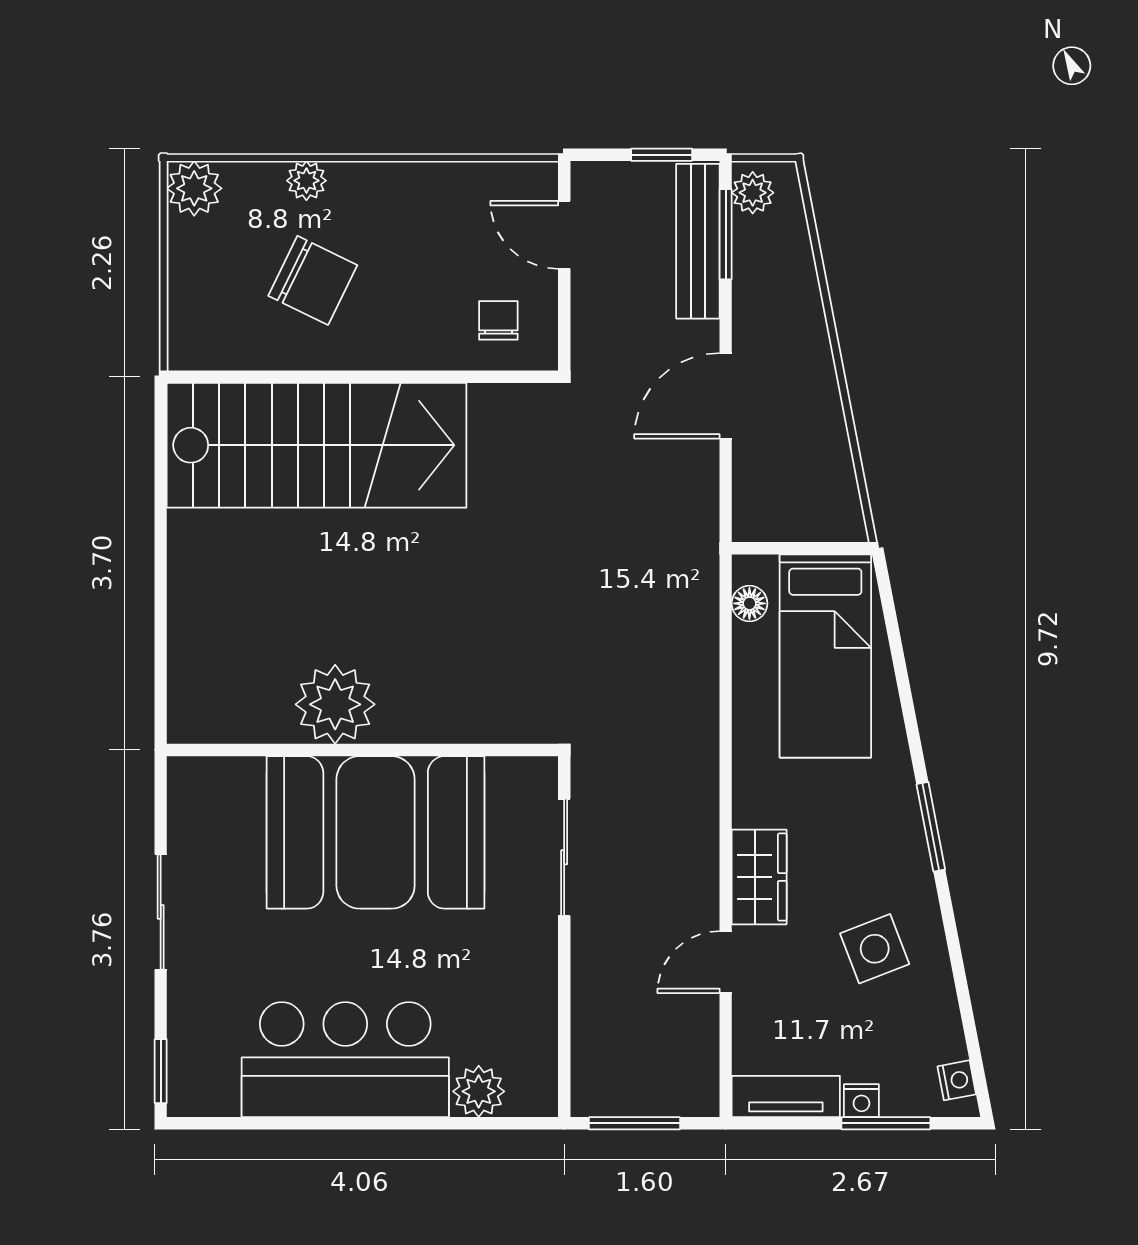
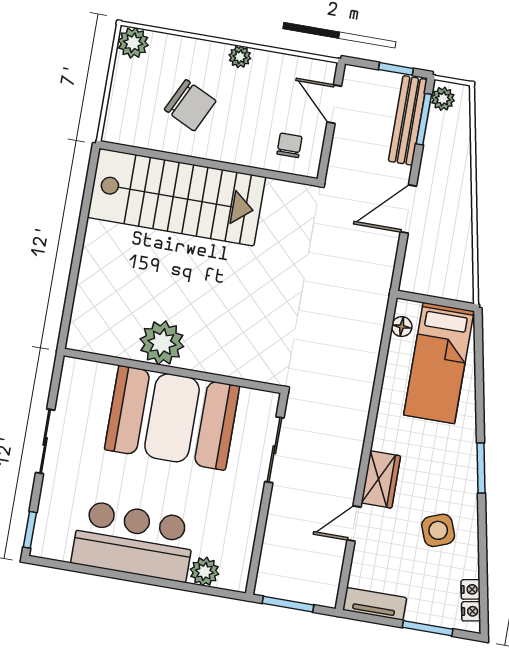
plant: (306, 181) -> (240, 57), moved
nightstand: (861, 1101) -> (471, 589), moved, turned -101

